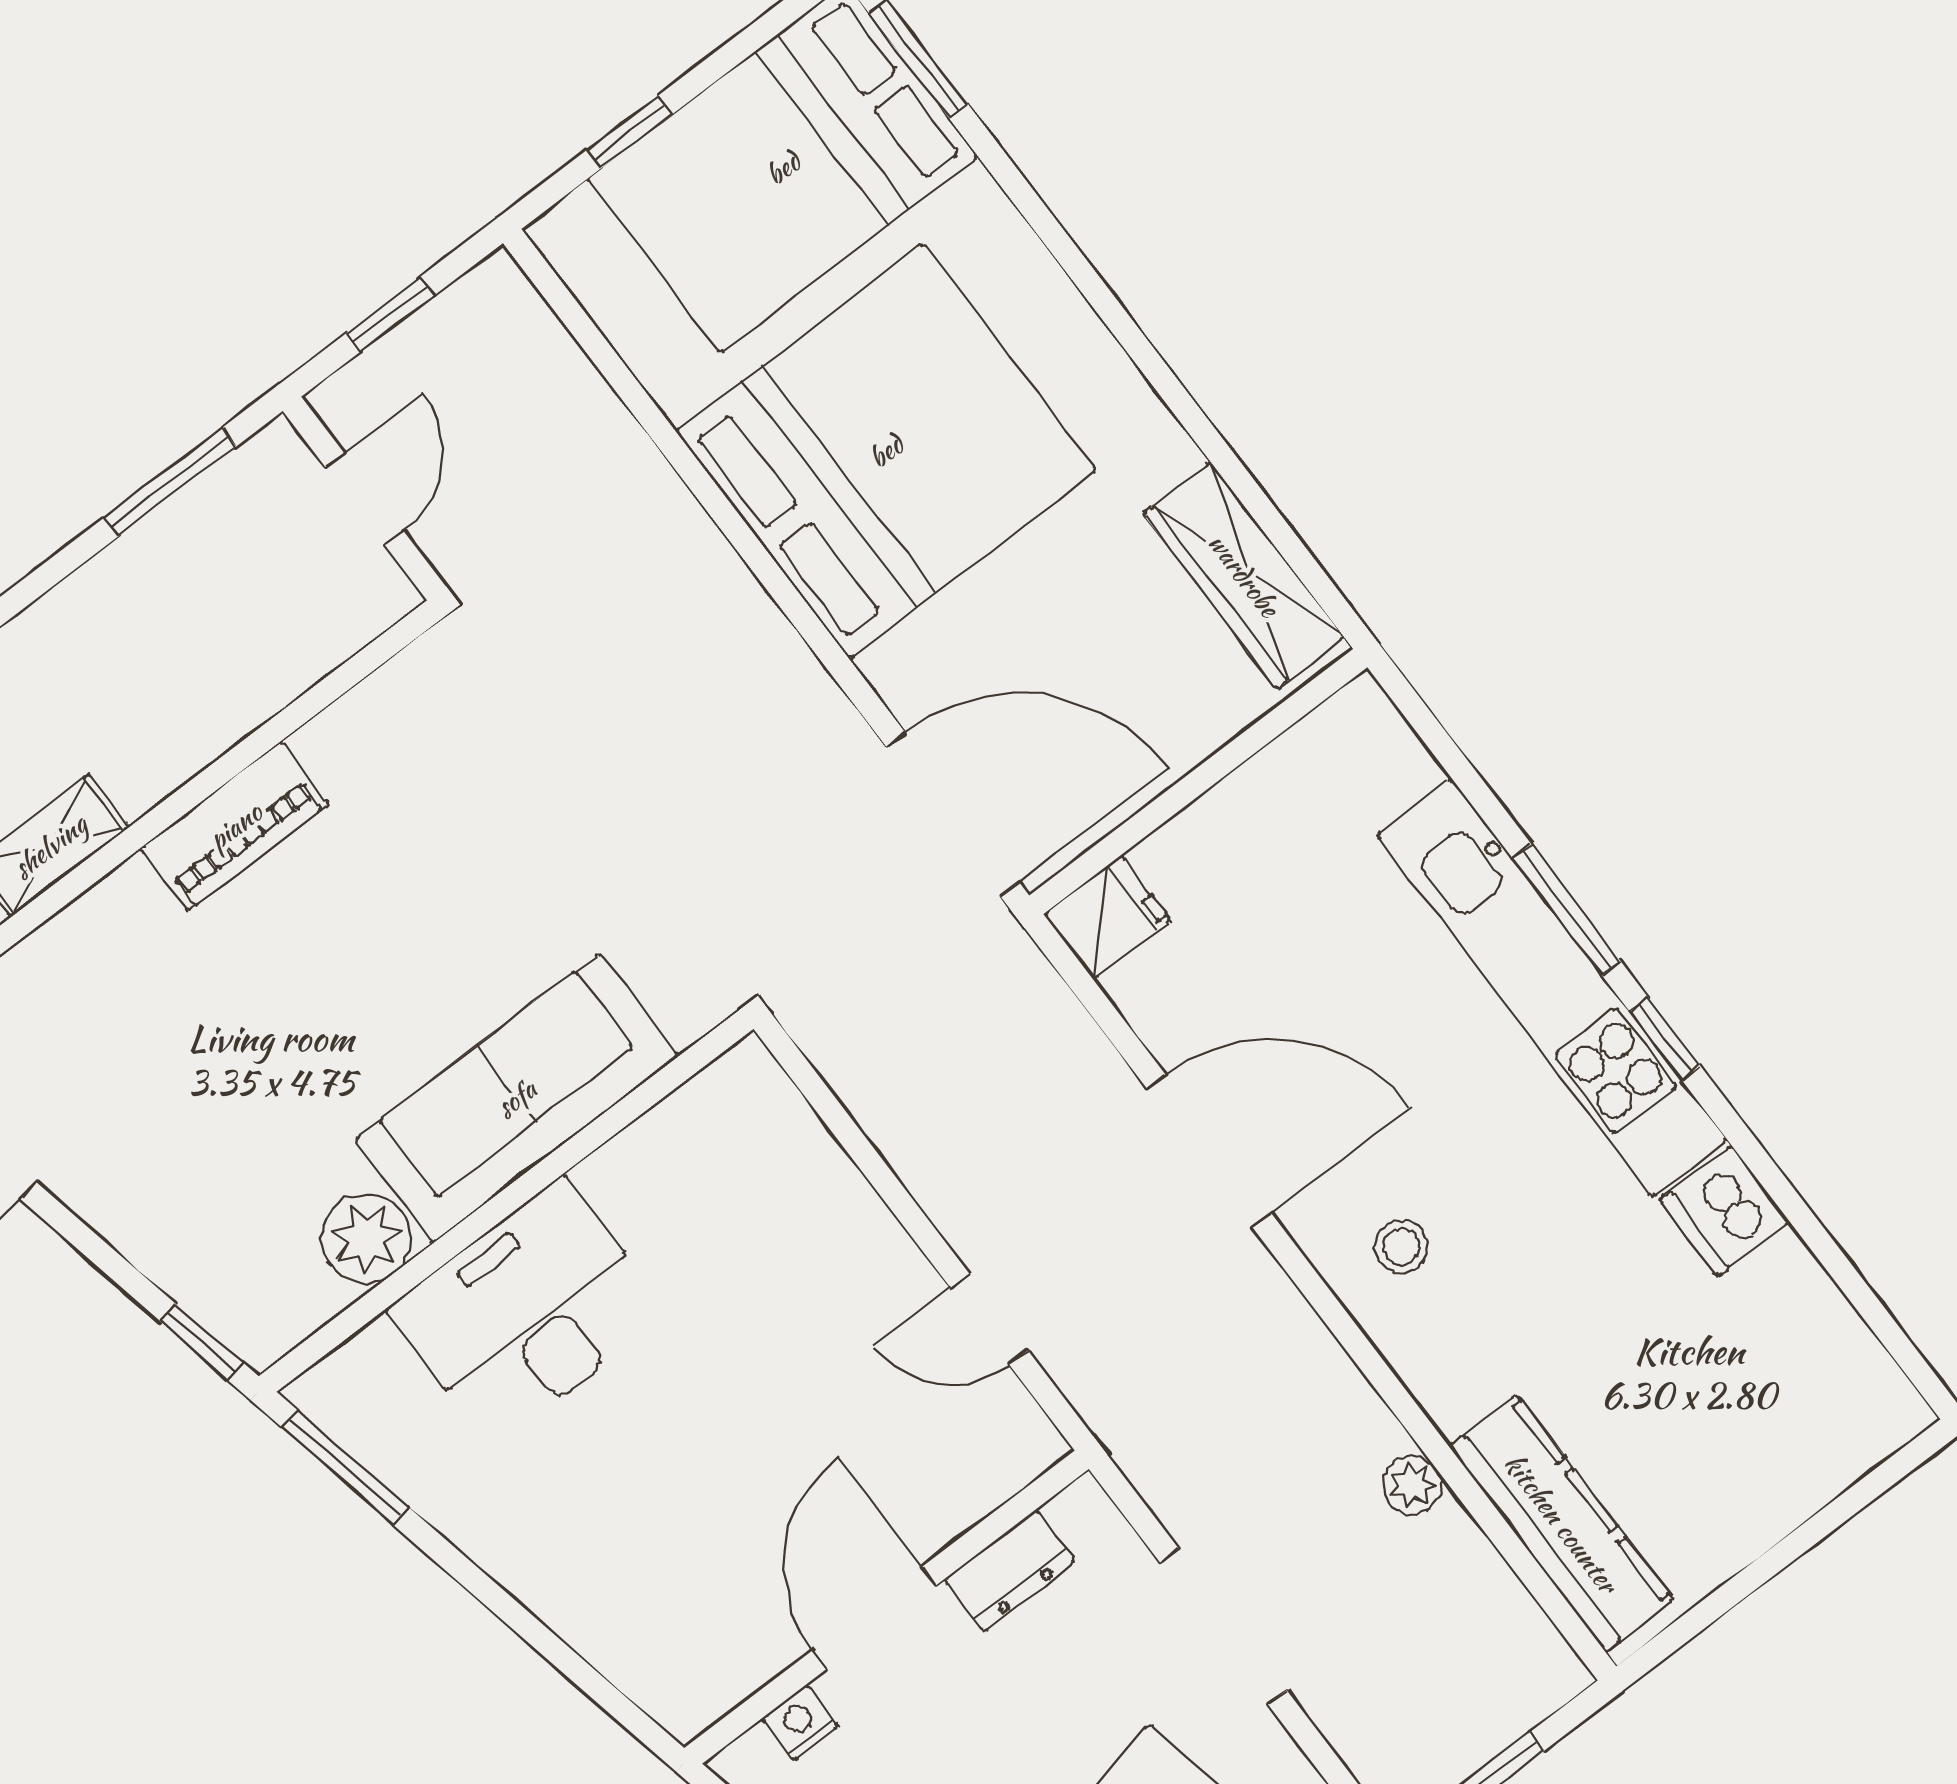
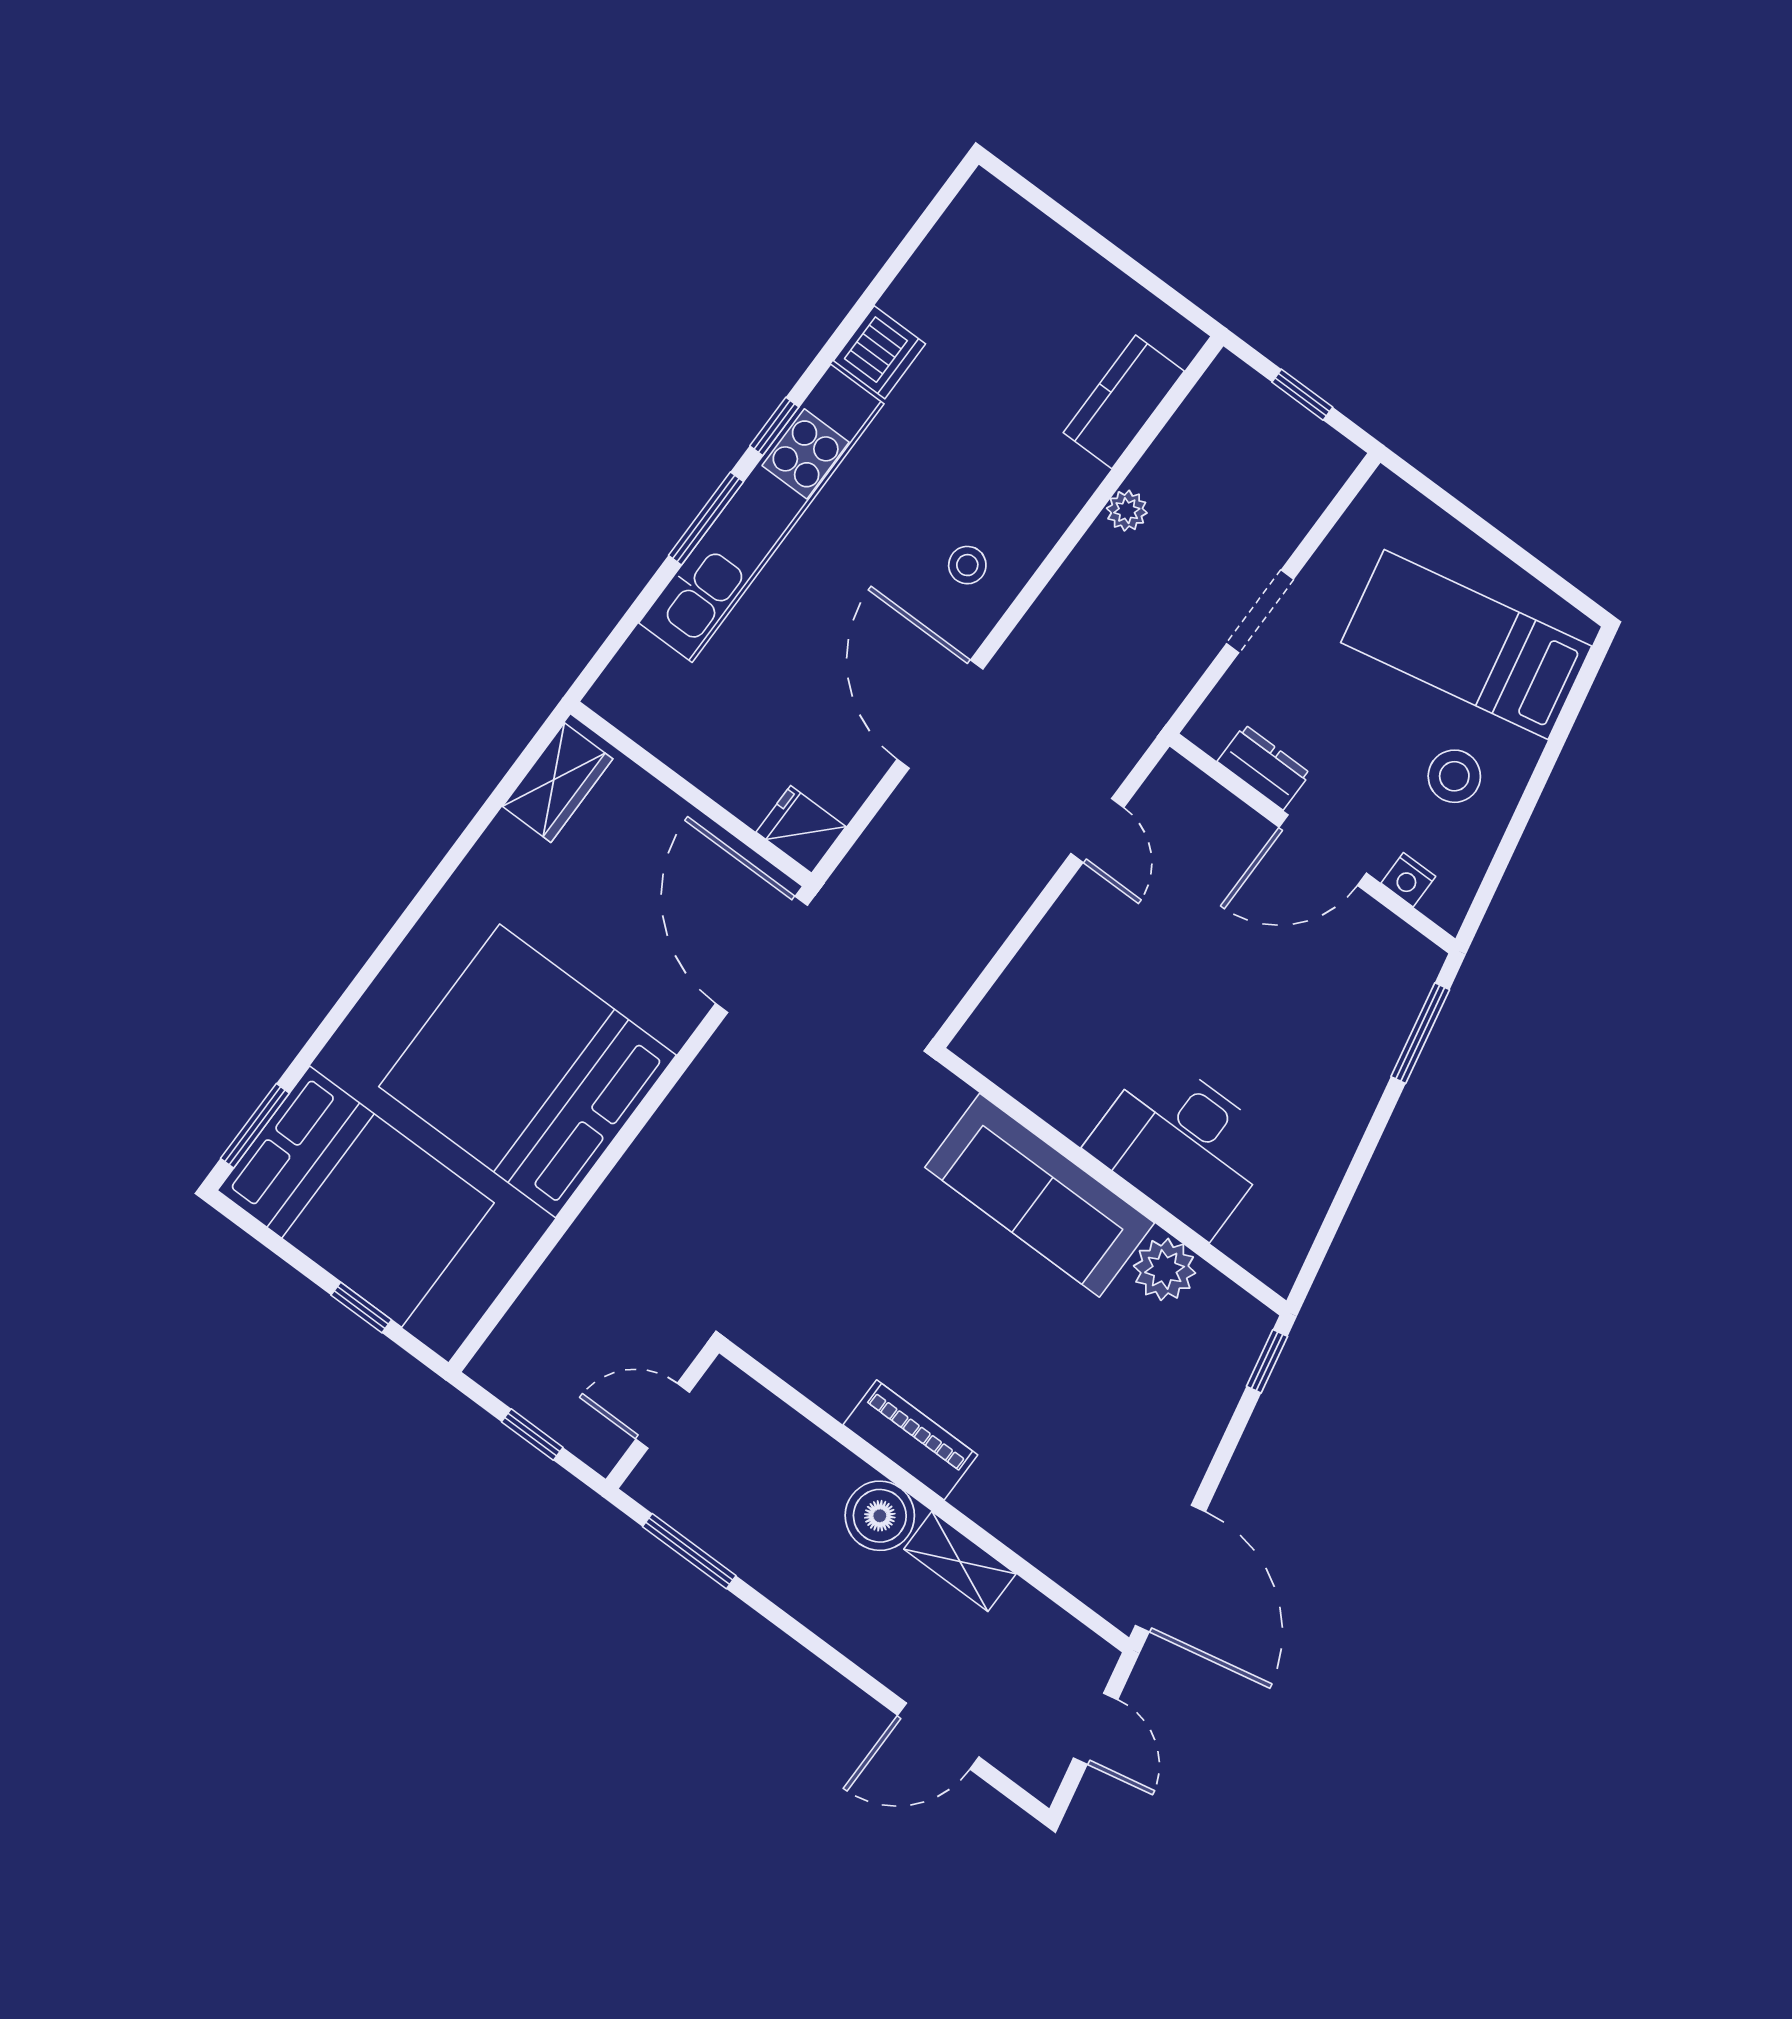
wardrobe: (1244, 575) -> (558, 783), width x0.67
boiler: (143, 755) -> (880, 1516), added
window: (345, 1467) -> (1420, 1033), moved
kitchen counter: (1561, 1523) -> (1124, 402), width x0.67
doorway: (1223, 1626) -> (1260, 611), width x0.73

